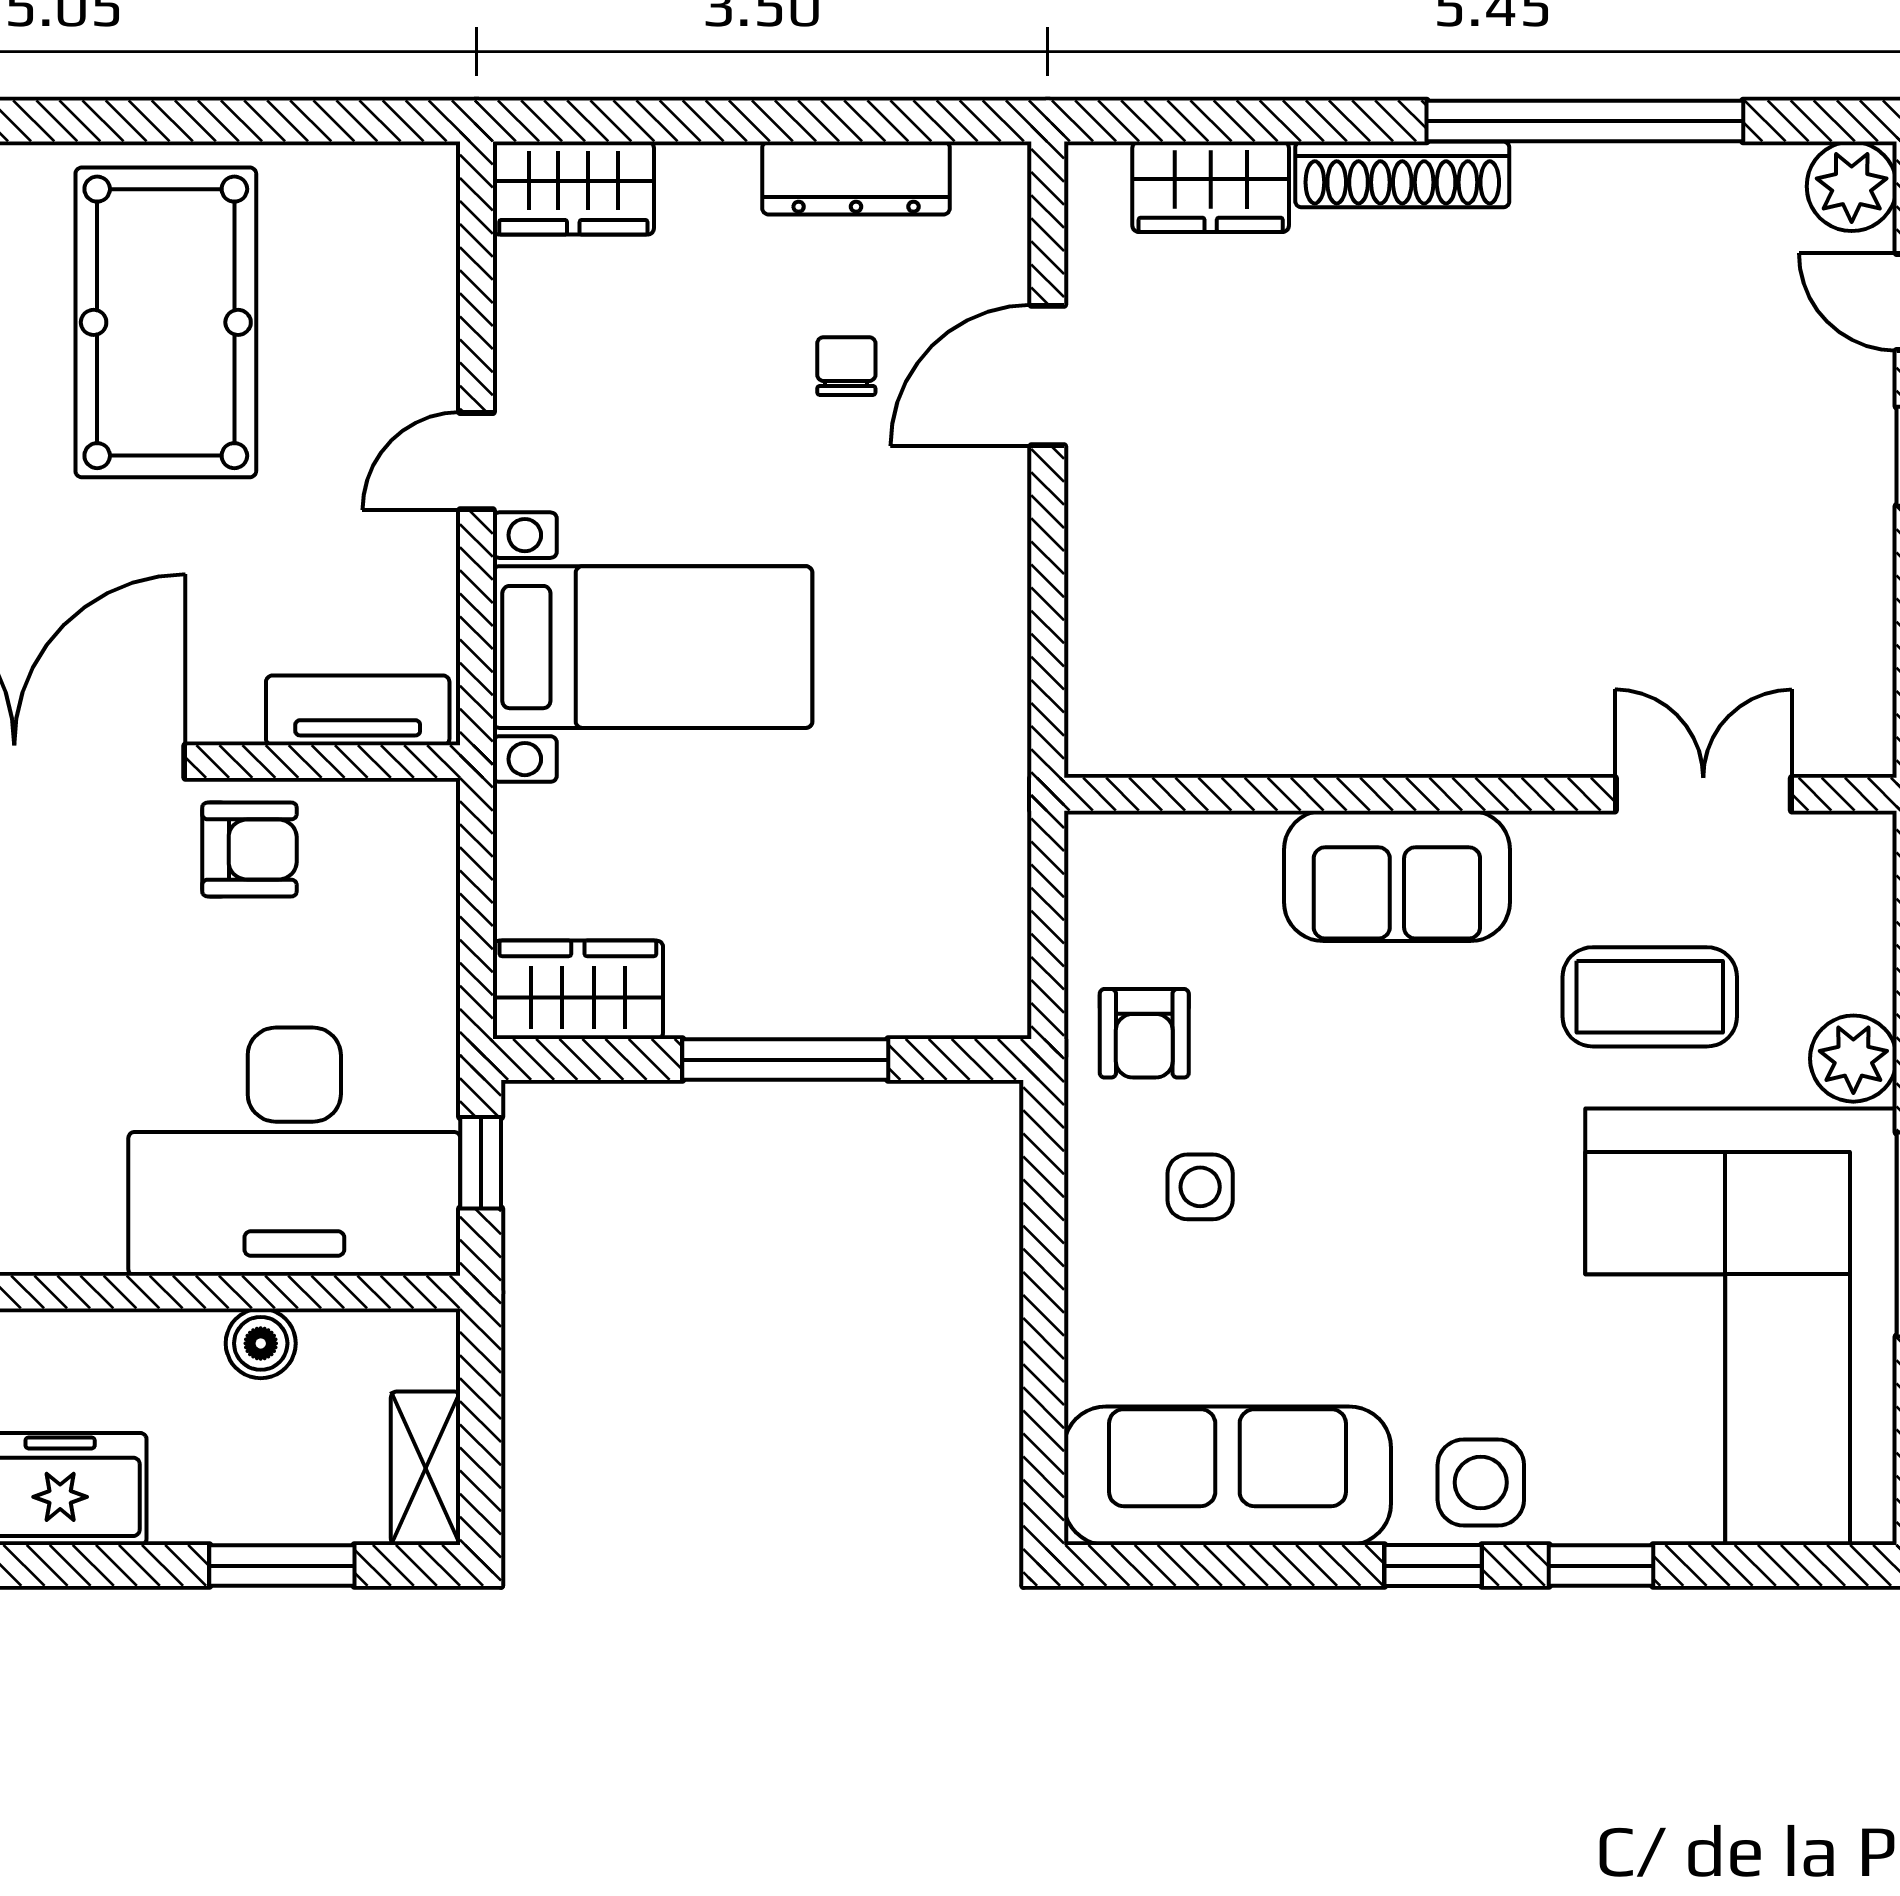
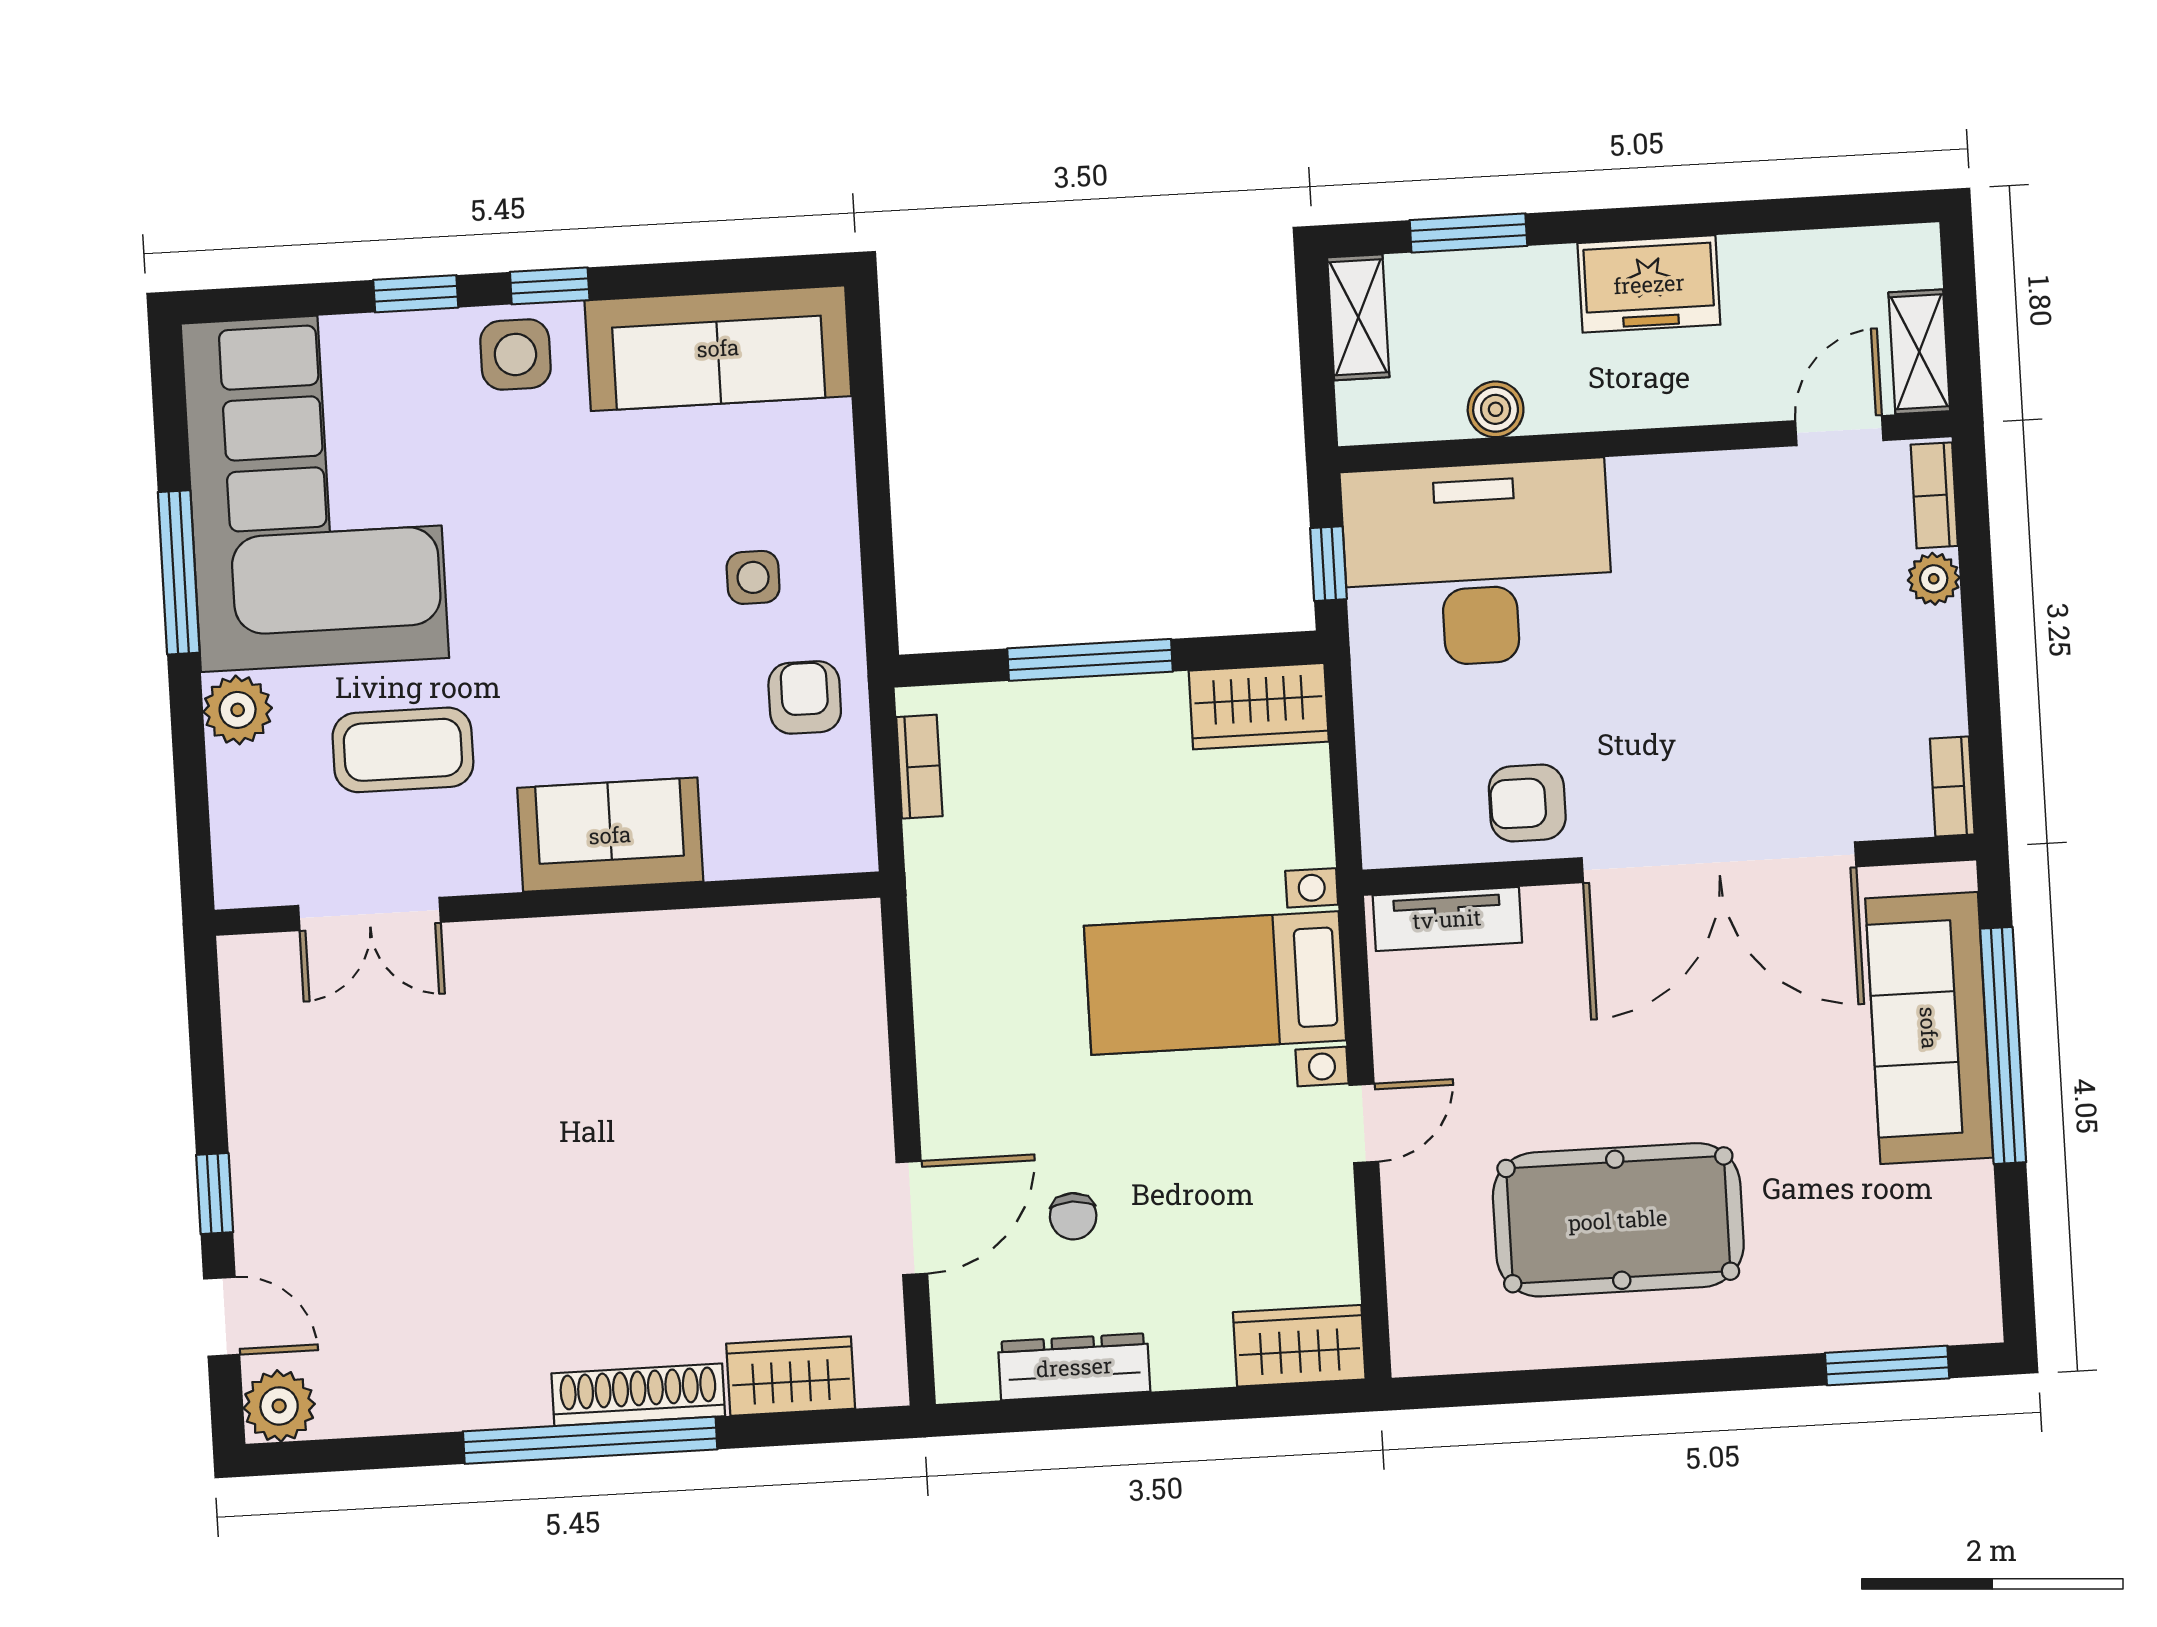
window: (1585, 121) -> (590, 1440), moved
pool table: (166, 322) -> (1618, 1220), turned 90
bookcase: (1006, 939) -> (919, 767), added

